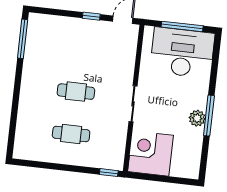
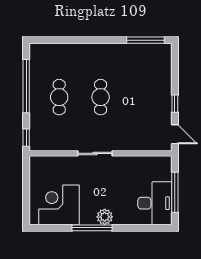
desk: (182, 53) -> (155, 203), width x0.73, depth x0.77
plant: (197, 118) -> (105, 217), moved
corner desk: (151, 153) -> (59, 205), moved, turned -90
window: (56, 167) -> (26, 86), added

